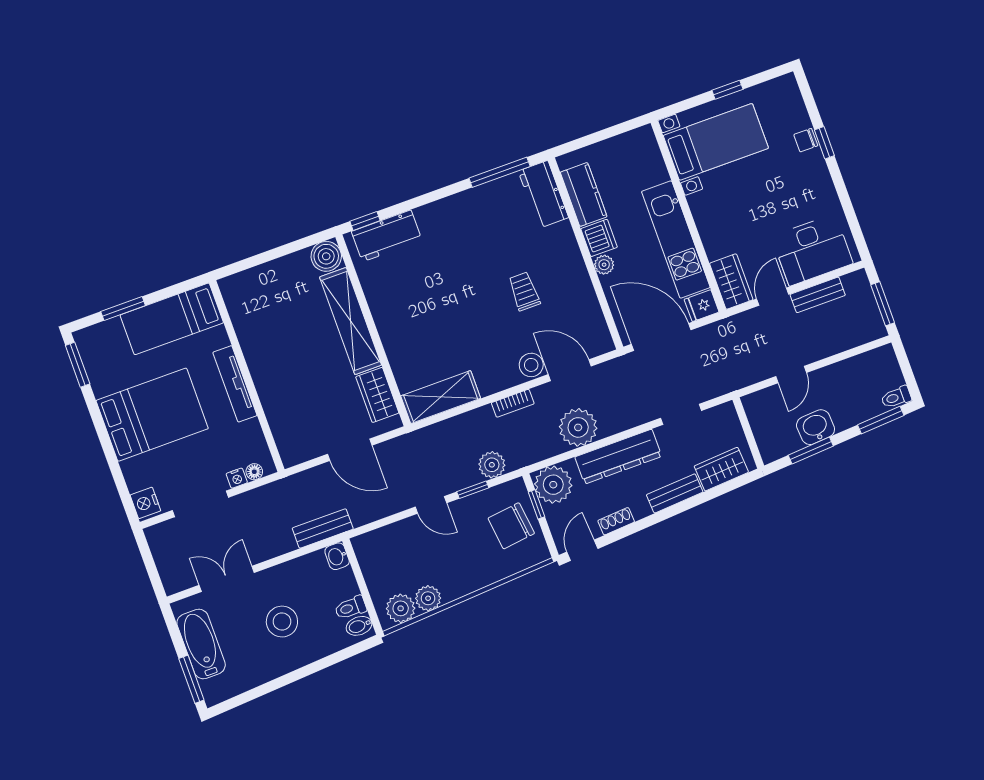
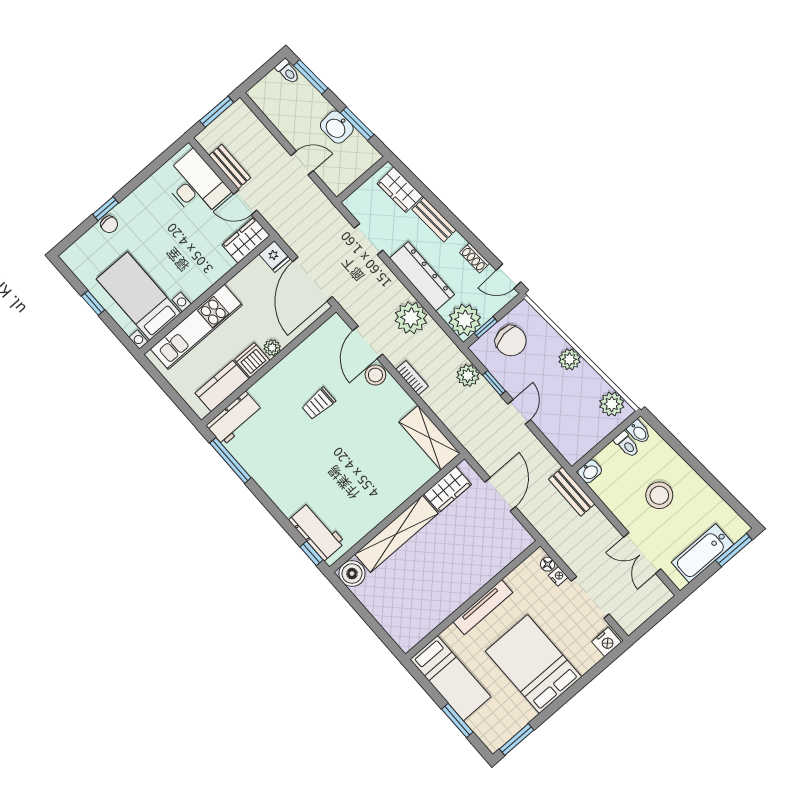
kitchen unit: (676, 239) -> (196, 327), moved
plant: (428, 598) -> (570, 359), moved

